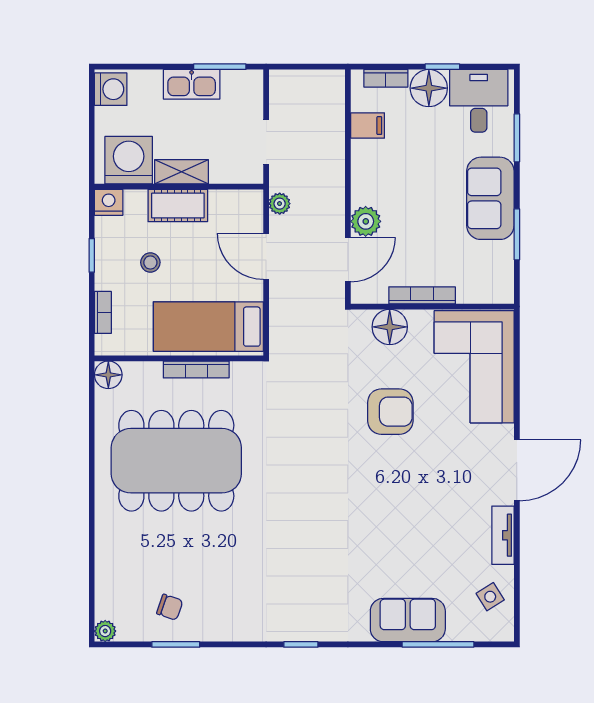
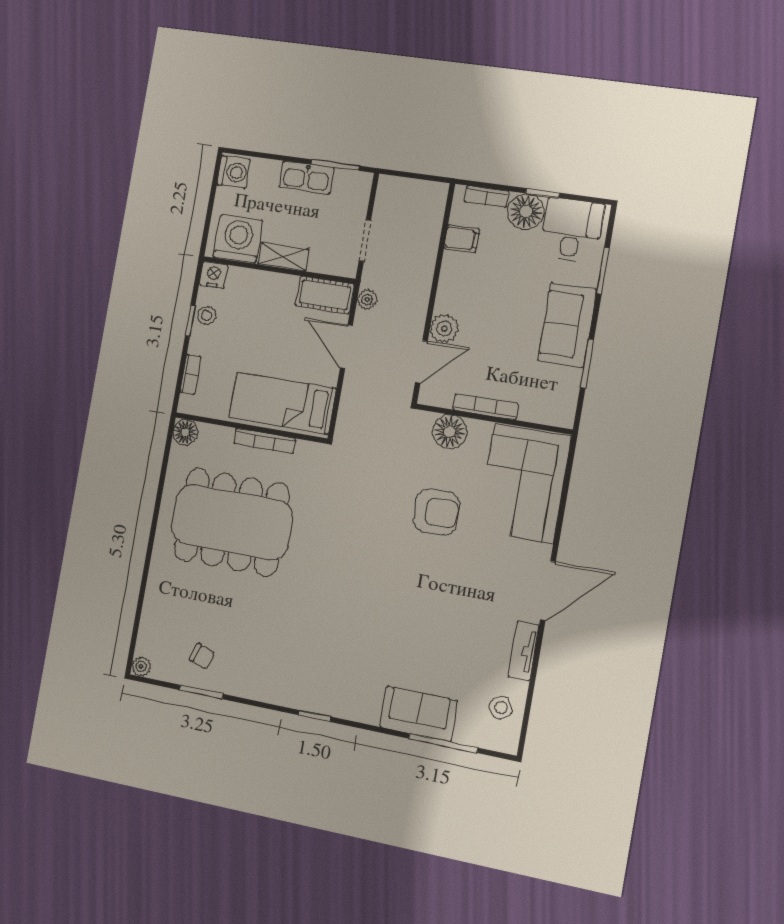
cot: (178, 206) -> (325, 295), moved
stool: (150, 262) -> (207, 315), moved

